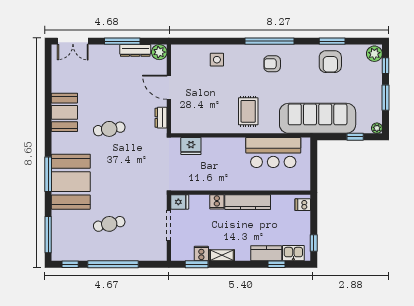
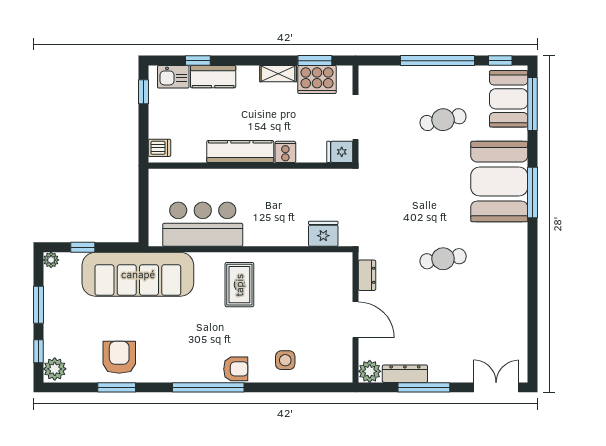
armchair: (272, 64) -> (236, 369), moved
booth: (64, 112) -> (509, 99), moved
cooker: (201, 254) -> (317, 80), width x1.87, depth x1.31

